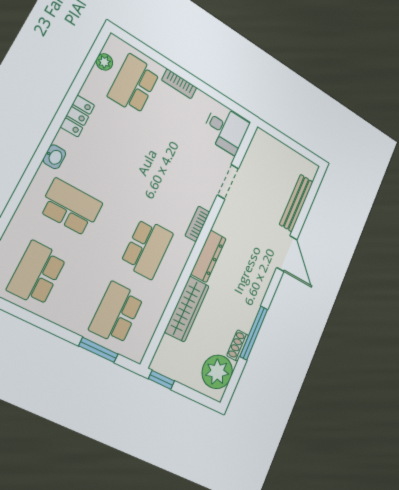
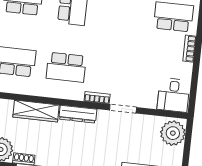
plant: (267, 150) -> (173, 133), added
doorway: (228, 182) -> (123, 109), moved

